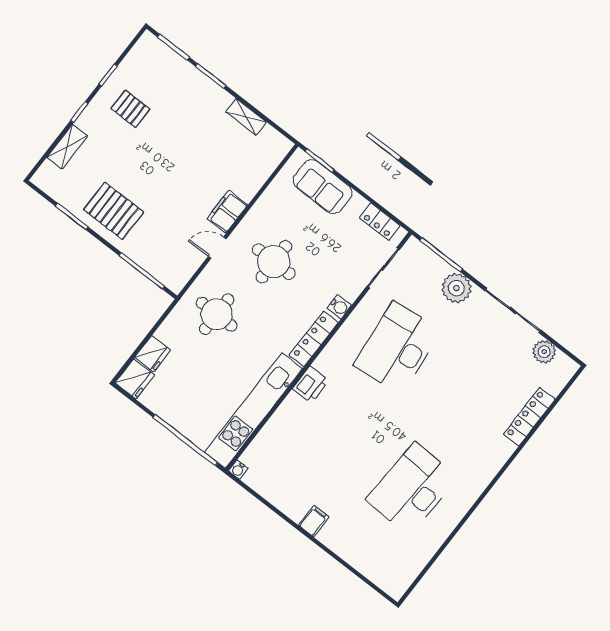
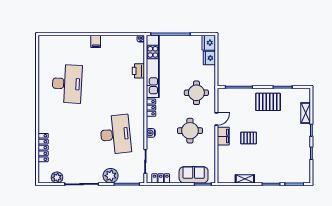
pallet: (130, 109) -> (249, 138), moved
locker: (314, 339) -> (151, 108), width x0.66
printer: (311, 385) -> (138, 71), moved

